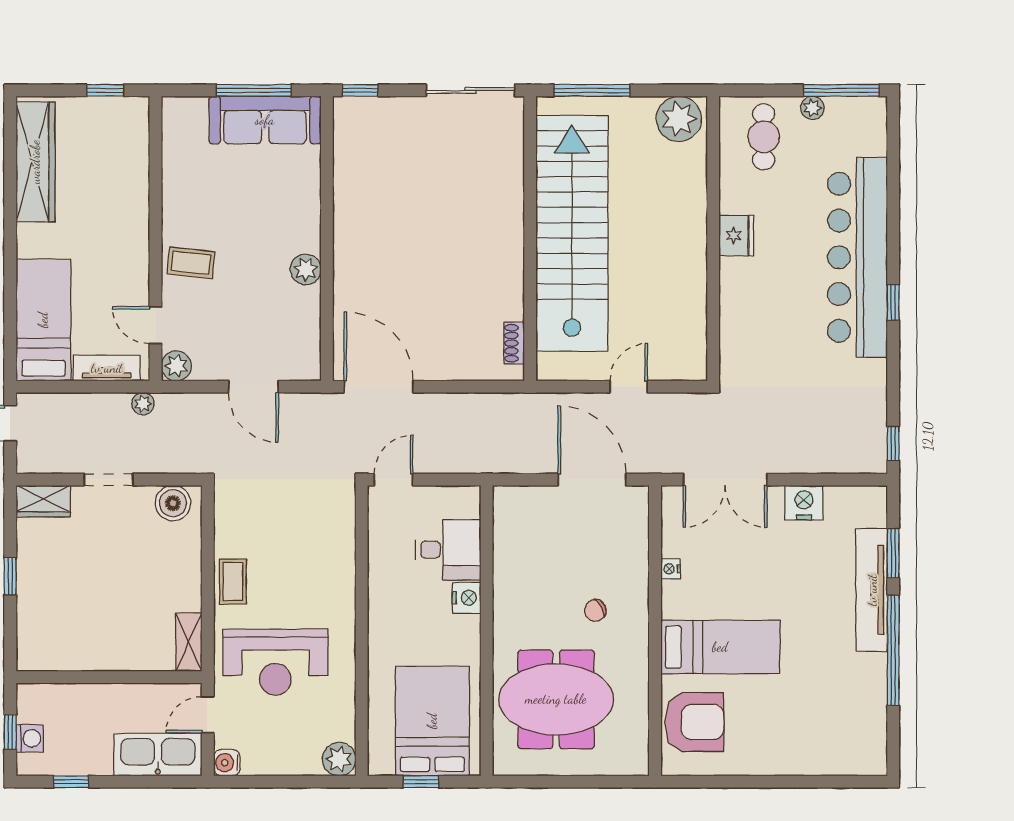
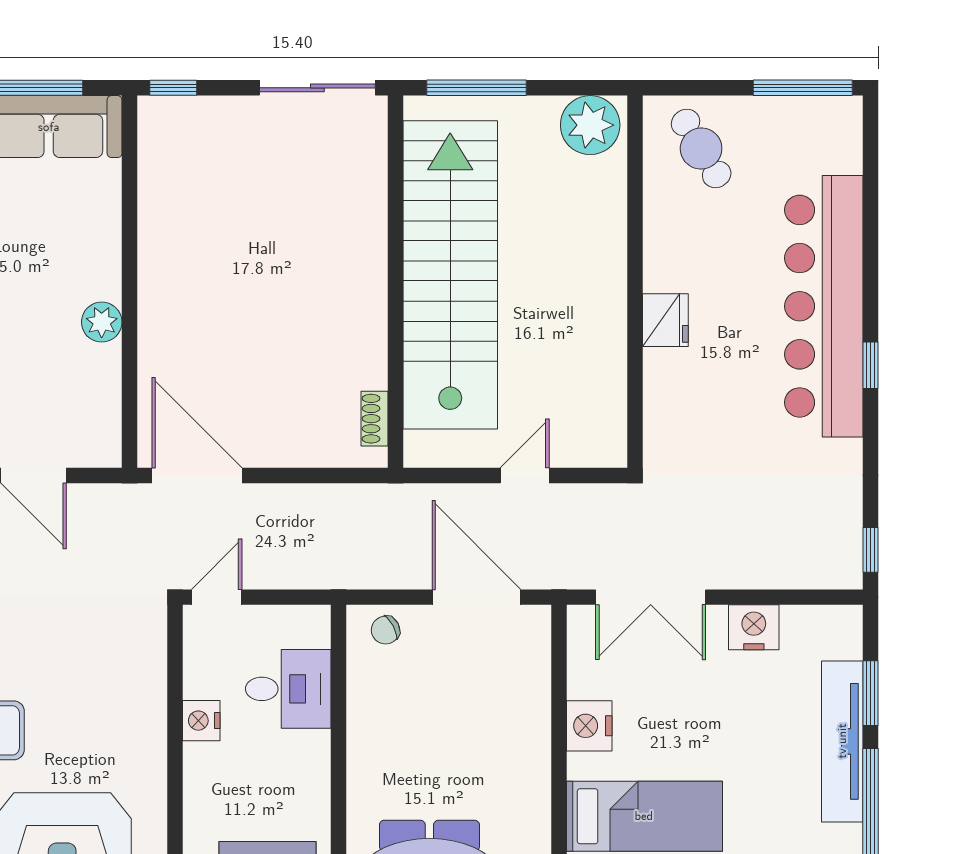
plant: (812, 108) -> (765, 111), removed
cafe table: (764, 137) -> (701, 148), turned -31
fridge: (736, 236) -> (665, 320), moved
nightstand: (671, 569) -> (589, 726), width x1.89, depth x1.79
nightstand: (466, 598) -> (201, 721), moved, turned 180
chair: (595, 610) -> (385, 630), moved

